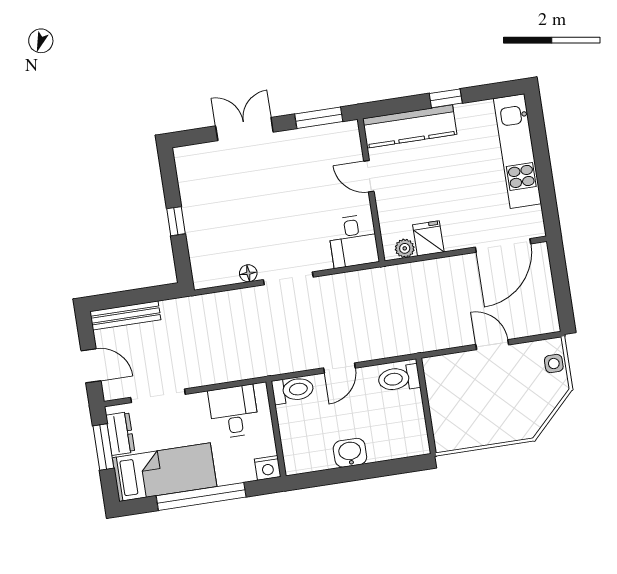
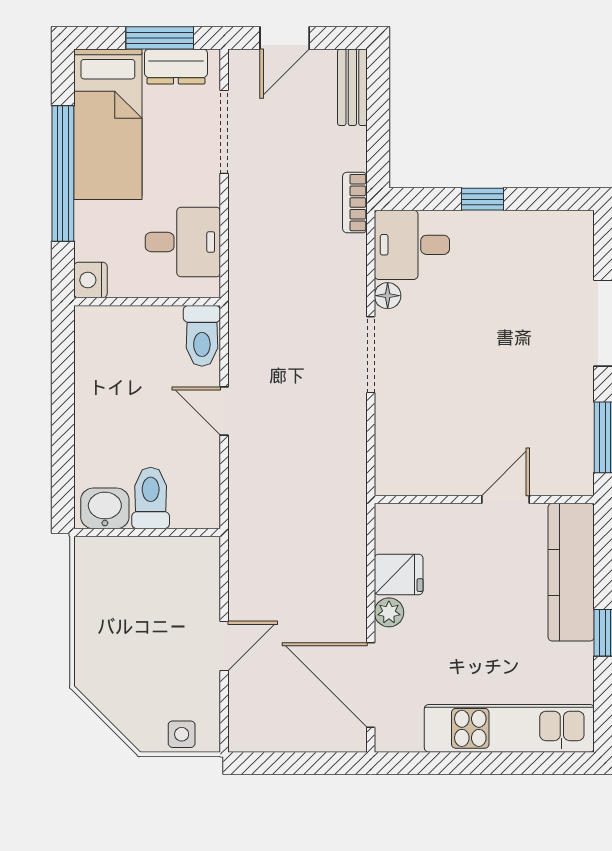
desk: (353, 241) -> (412, 245), moved
plant: (405, 248) -> (389, 612), moved
bookcase: (191, 304) -> (355, 203), added
bench: (125, 315) -> (352, 87), width x0.73
toilet: (399, 378) -> (151, 498), moved
washbasin: (350, 453) -> (105, 508), moved, turned -90

